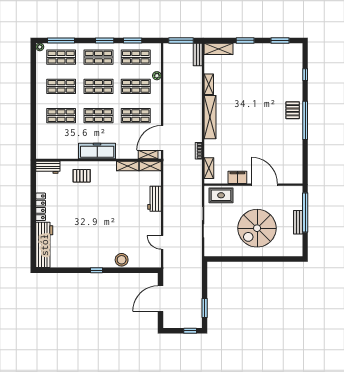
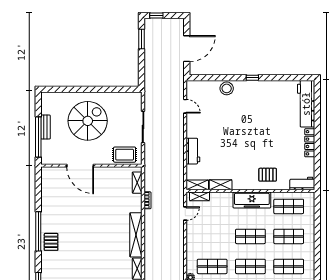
shop shelf: (136, 116) -> (289, 206), moved
door: (162, 138) -> (185, 214), width x0.53
filing cabinet: (237, 177) -> (108, 173), removed

